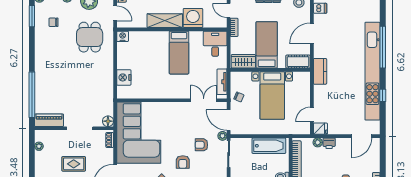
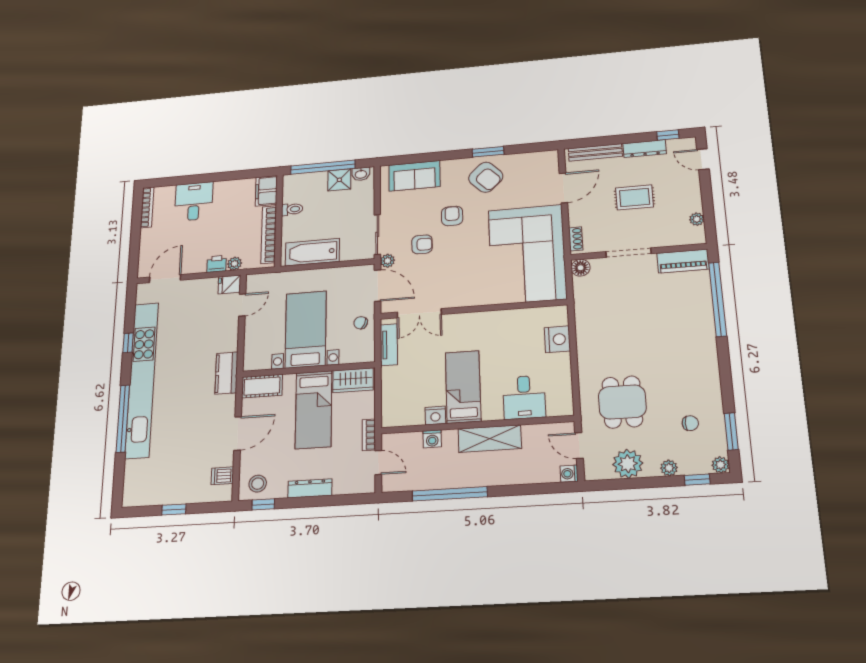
washing machine: (193, 18) -> (432, 439), width x0.53, depth x0.53
nightstand: (123, 36) -> (435, 415), moved
desk: (215, 44) -> (524, 397), moved

